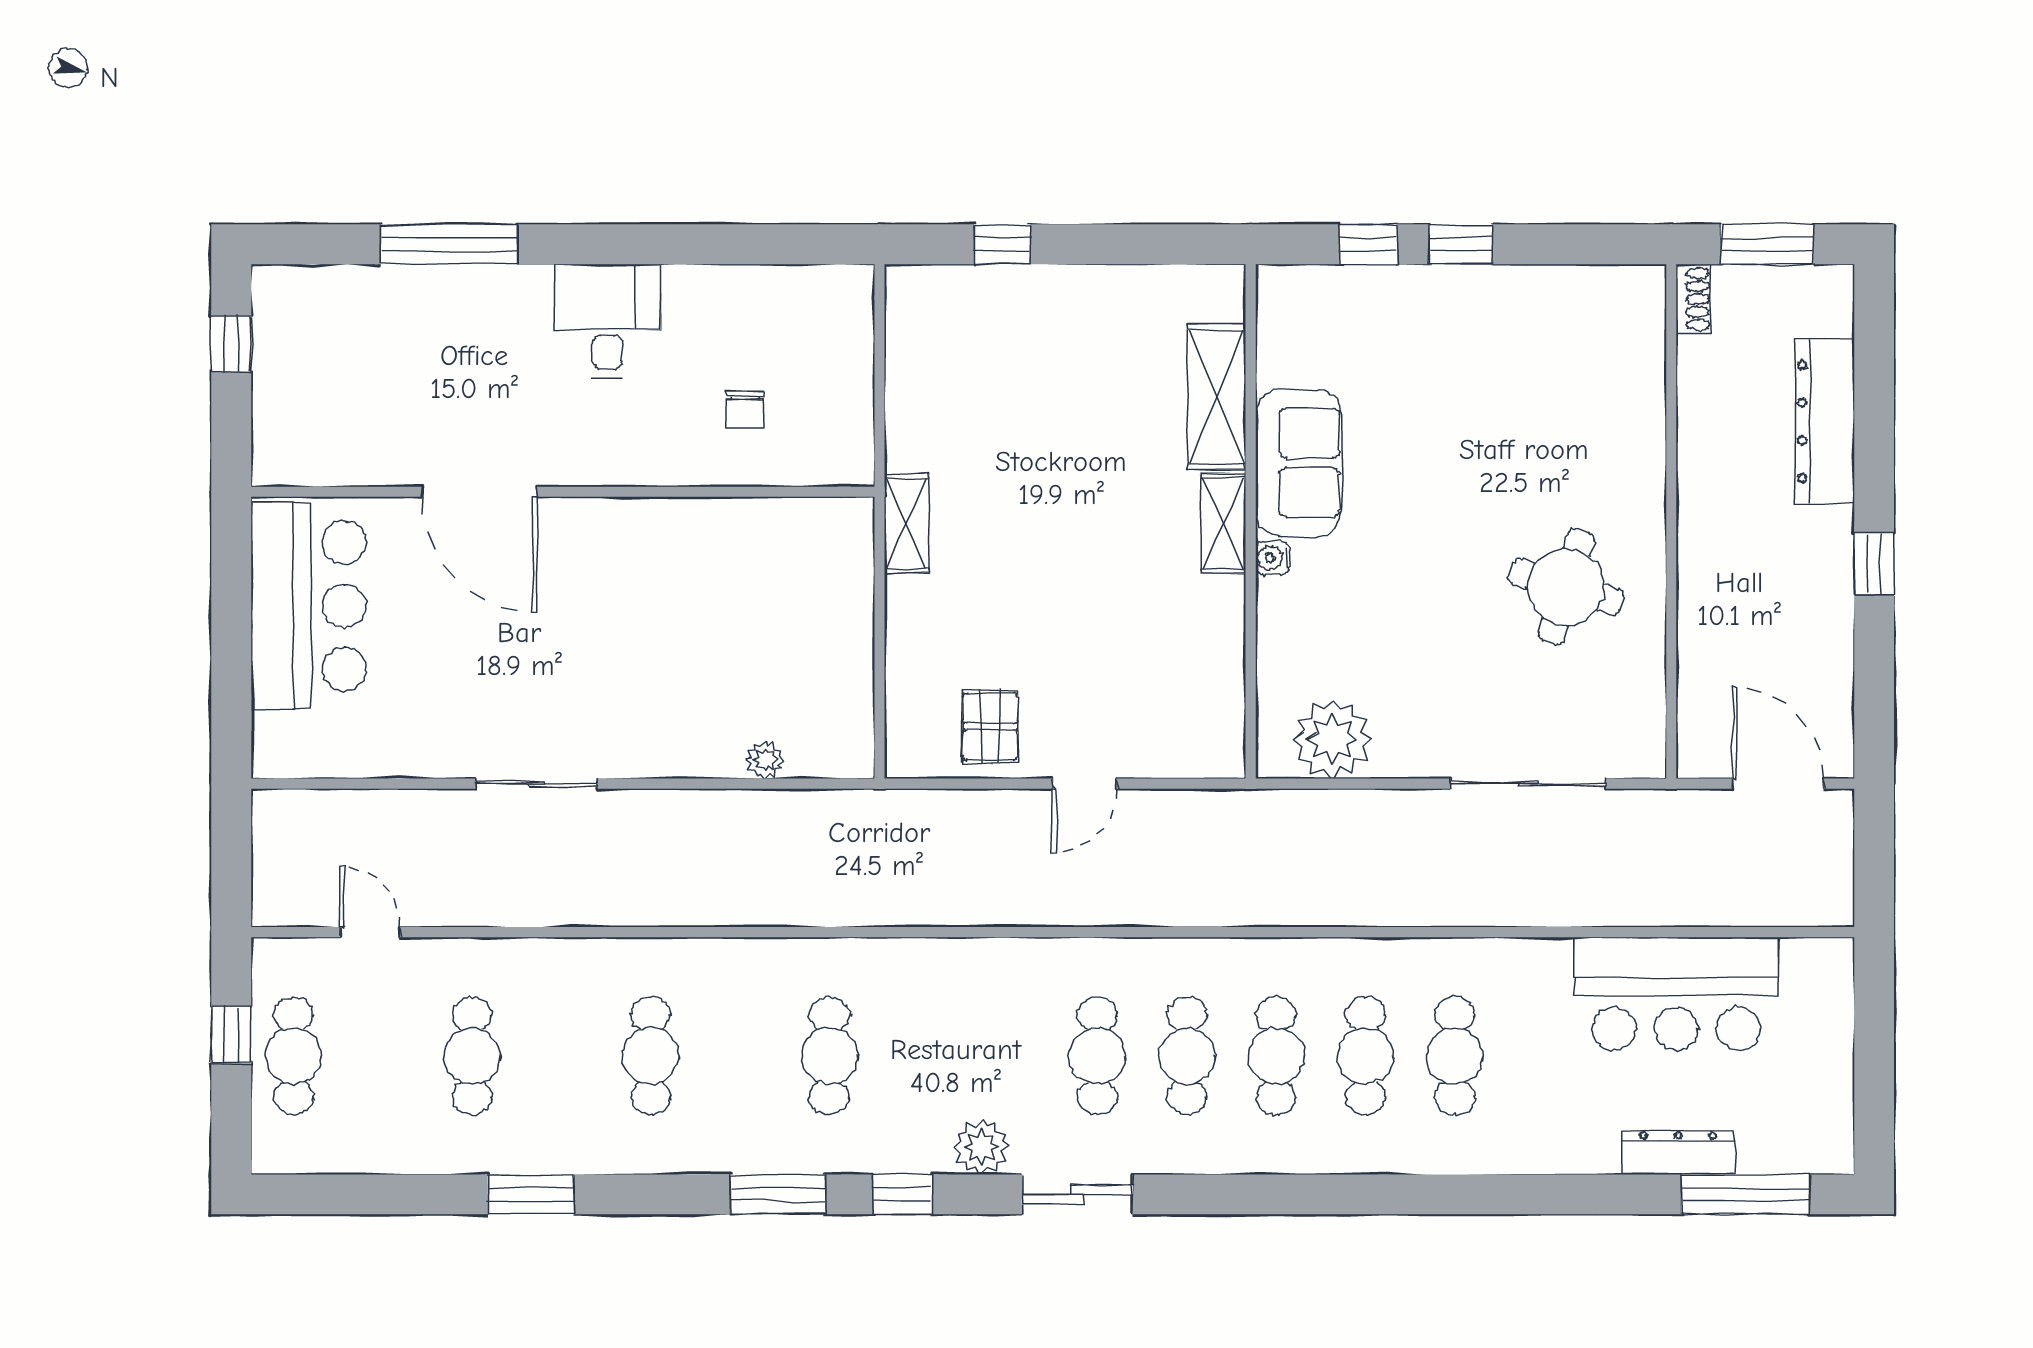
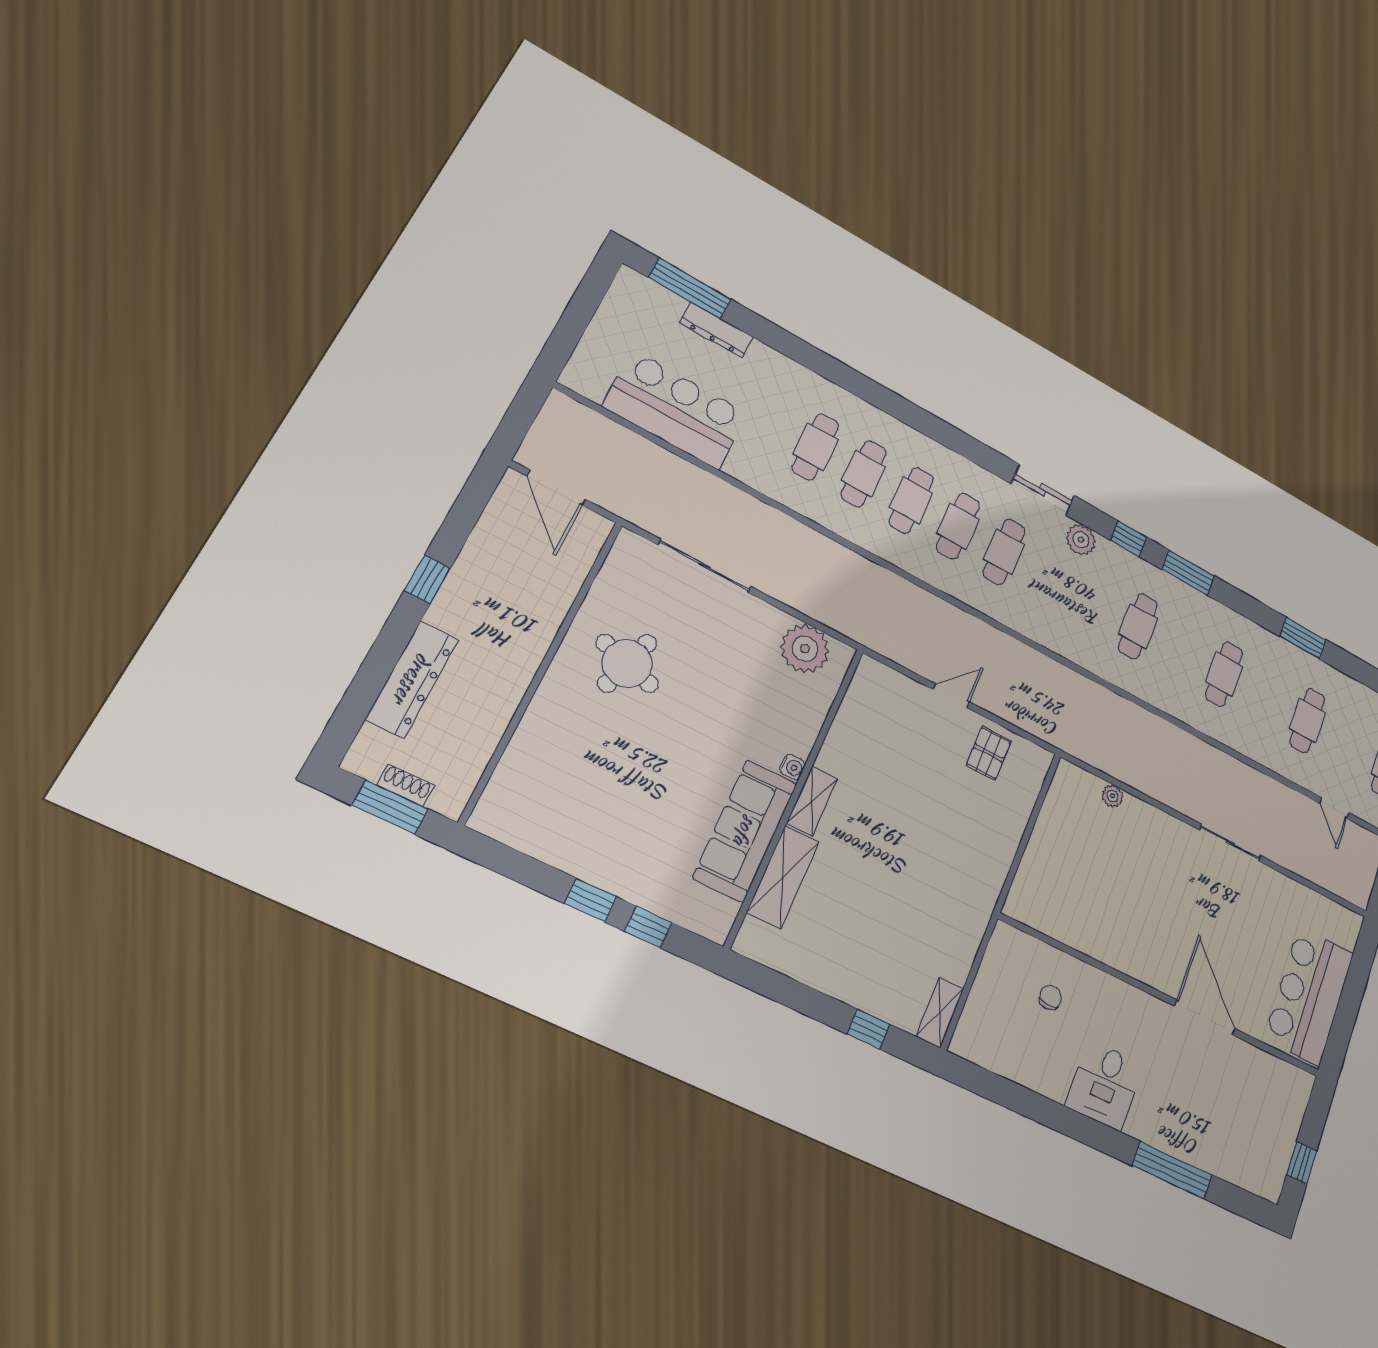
shoe rack: (1693, 299) -> (406, 785), moved, turned 90
sofa: (1298, 463) -> (745, 831), width x1.36
shelving: (907, 523) -> (940, 1012), moved

